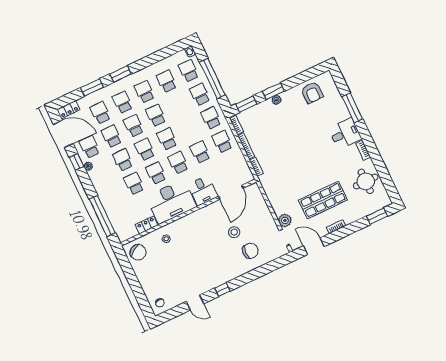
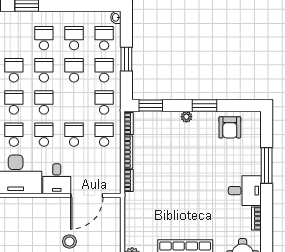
window: (212, 79) -> (126, 59), width x0.47
window: (273, 91) -> (204, 106), moved
school desk: (122, 102) -> (74, 70), moved

